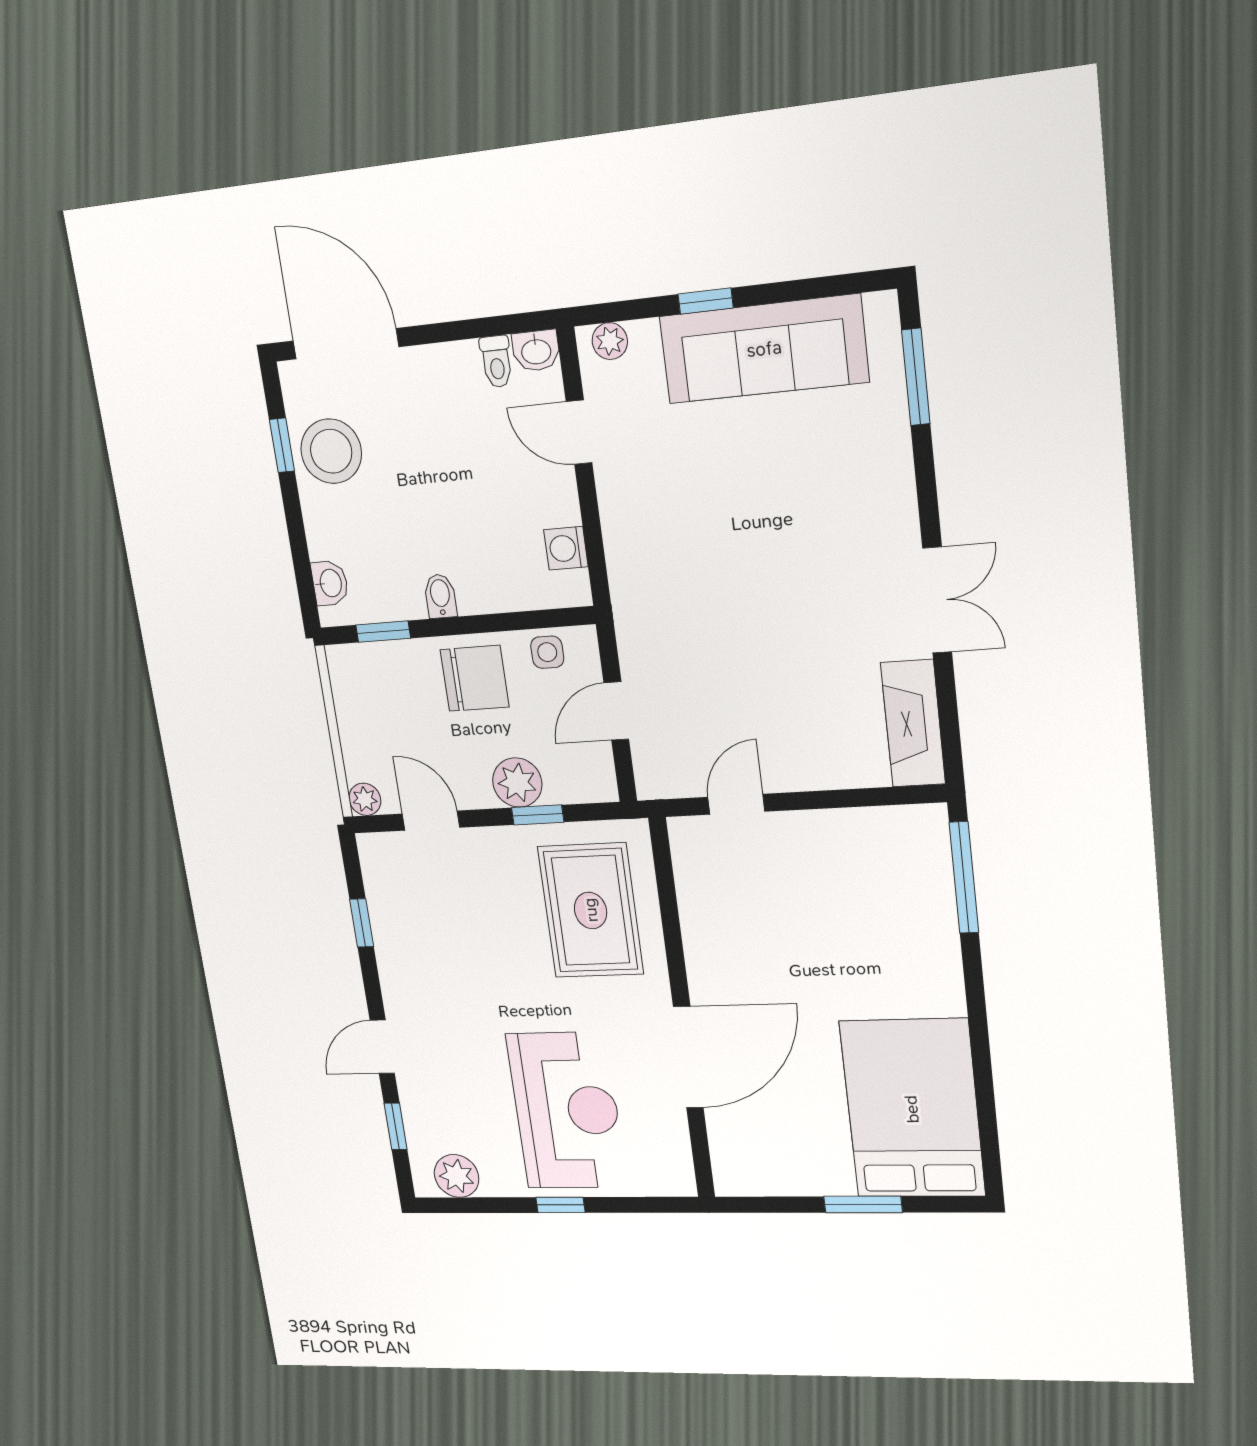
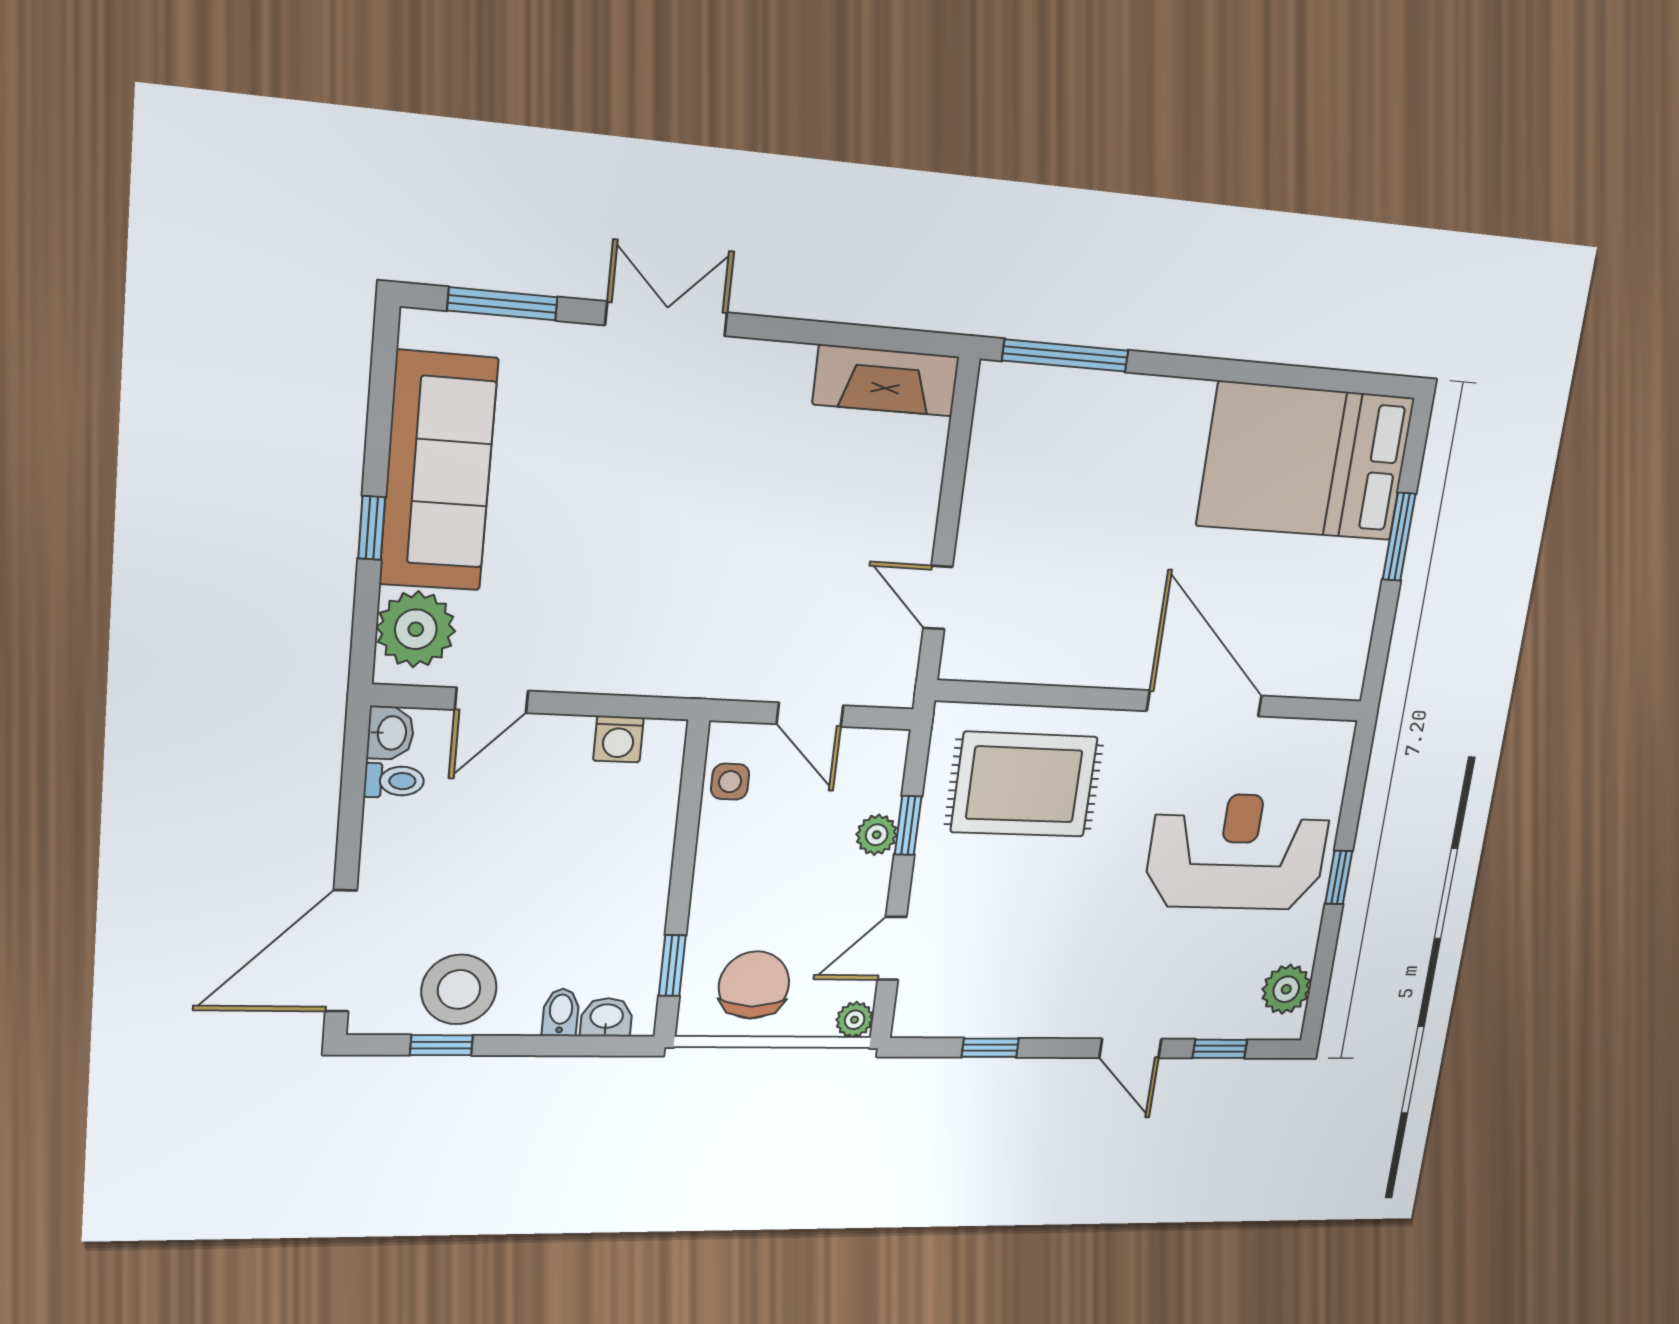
plant: (610, 341) -> (416, 629), width x1.87, depth x1.87
bidet: (440, 596) -> (561, 1012), moved, turned 90
double door: (937, 600) -> (666, 319), moved
chair: (475, 678) -> (754, 985), moved
plant: (517, 783) -> (877, 835), width x0.73, depth x0.73

